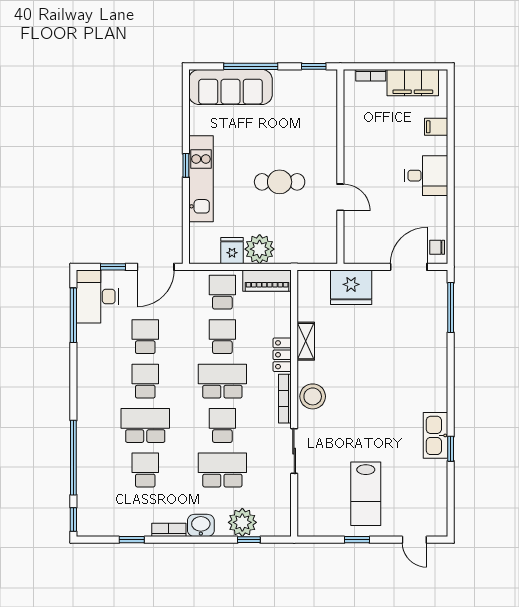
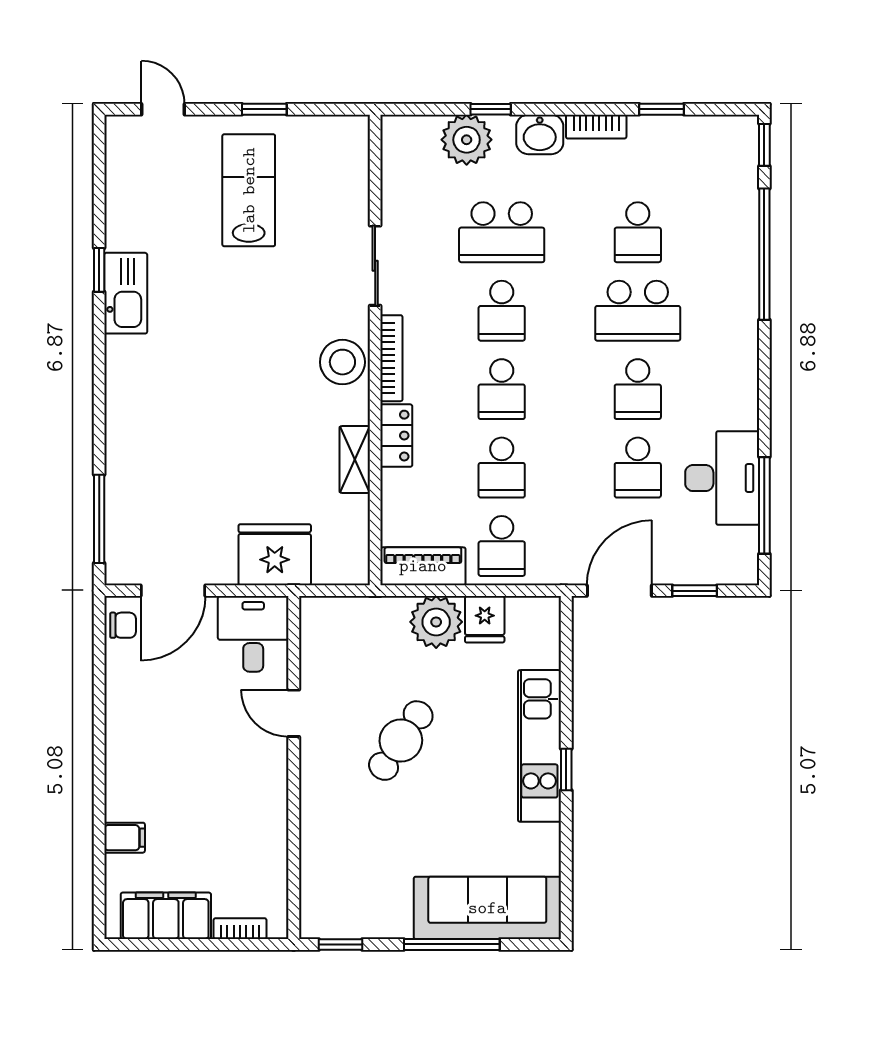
desk: (426, 176) -> (253, 634), moved, turned 90
cafe table: (280, 182) -> (401, 741), turned -56
desk: (97, 297) -> (722, 478), moved
school desk: (222, 381) -> (502, 389), width x0.54
window: (249, 540) -> (491, 109), moved

